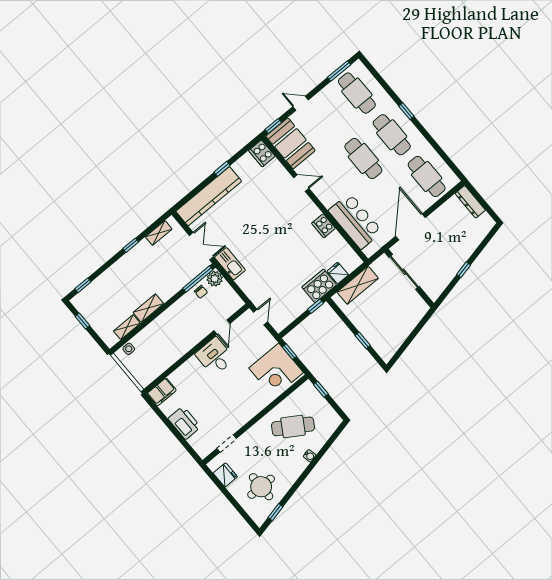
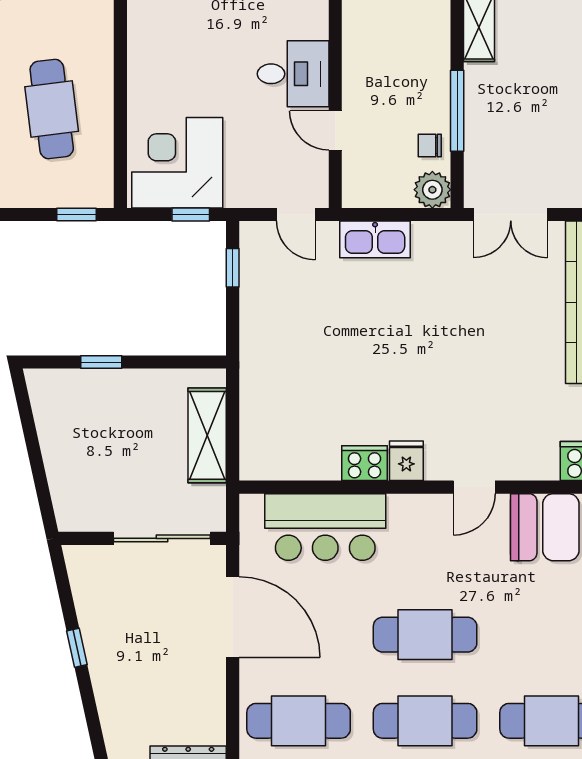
kitchen sink: (230, 264) -> (375, 239), moved
fridge: (338, 273) -> (406, 461), moved, turned -90
window: (198, 279) -> (457, 111), moved
cooker: (319, 286) -> (263, 366), removed
window: (315, 306) -> (233, 268), moved
cafe table: (293, 426) -> (52, 109), turned -39

